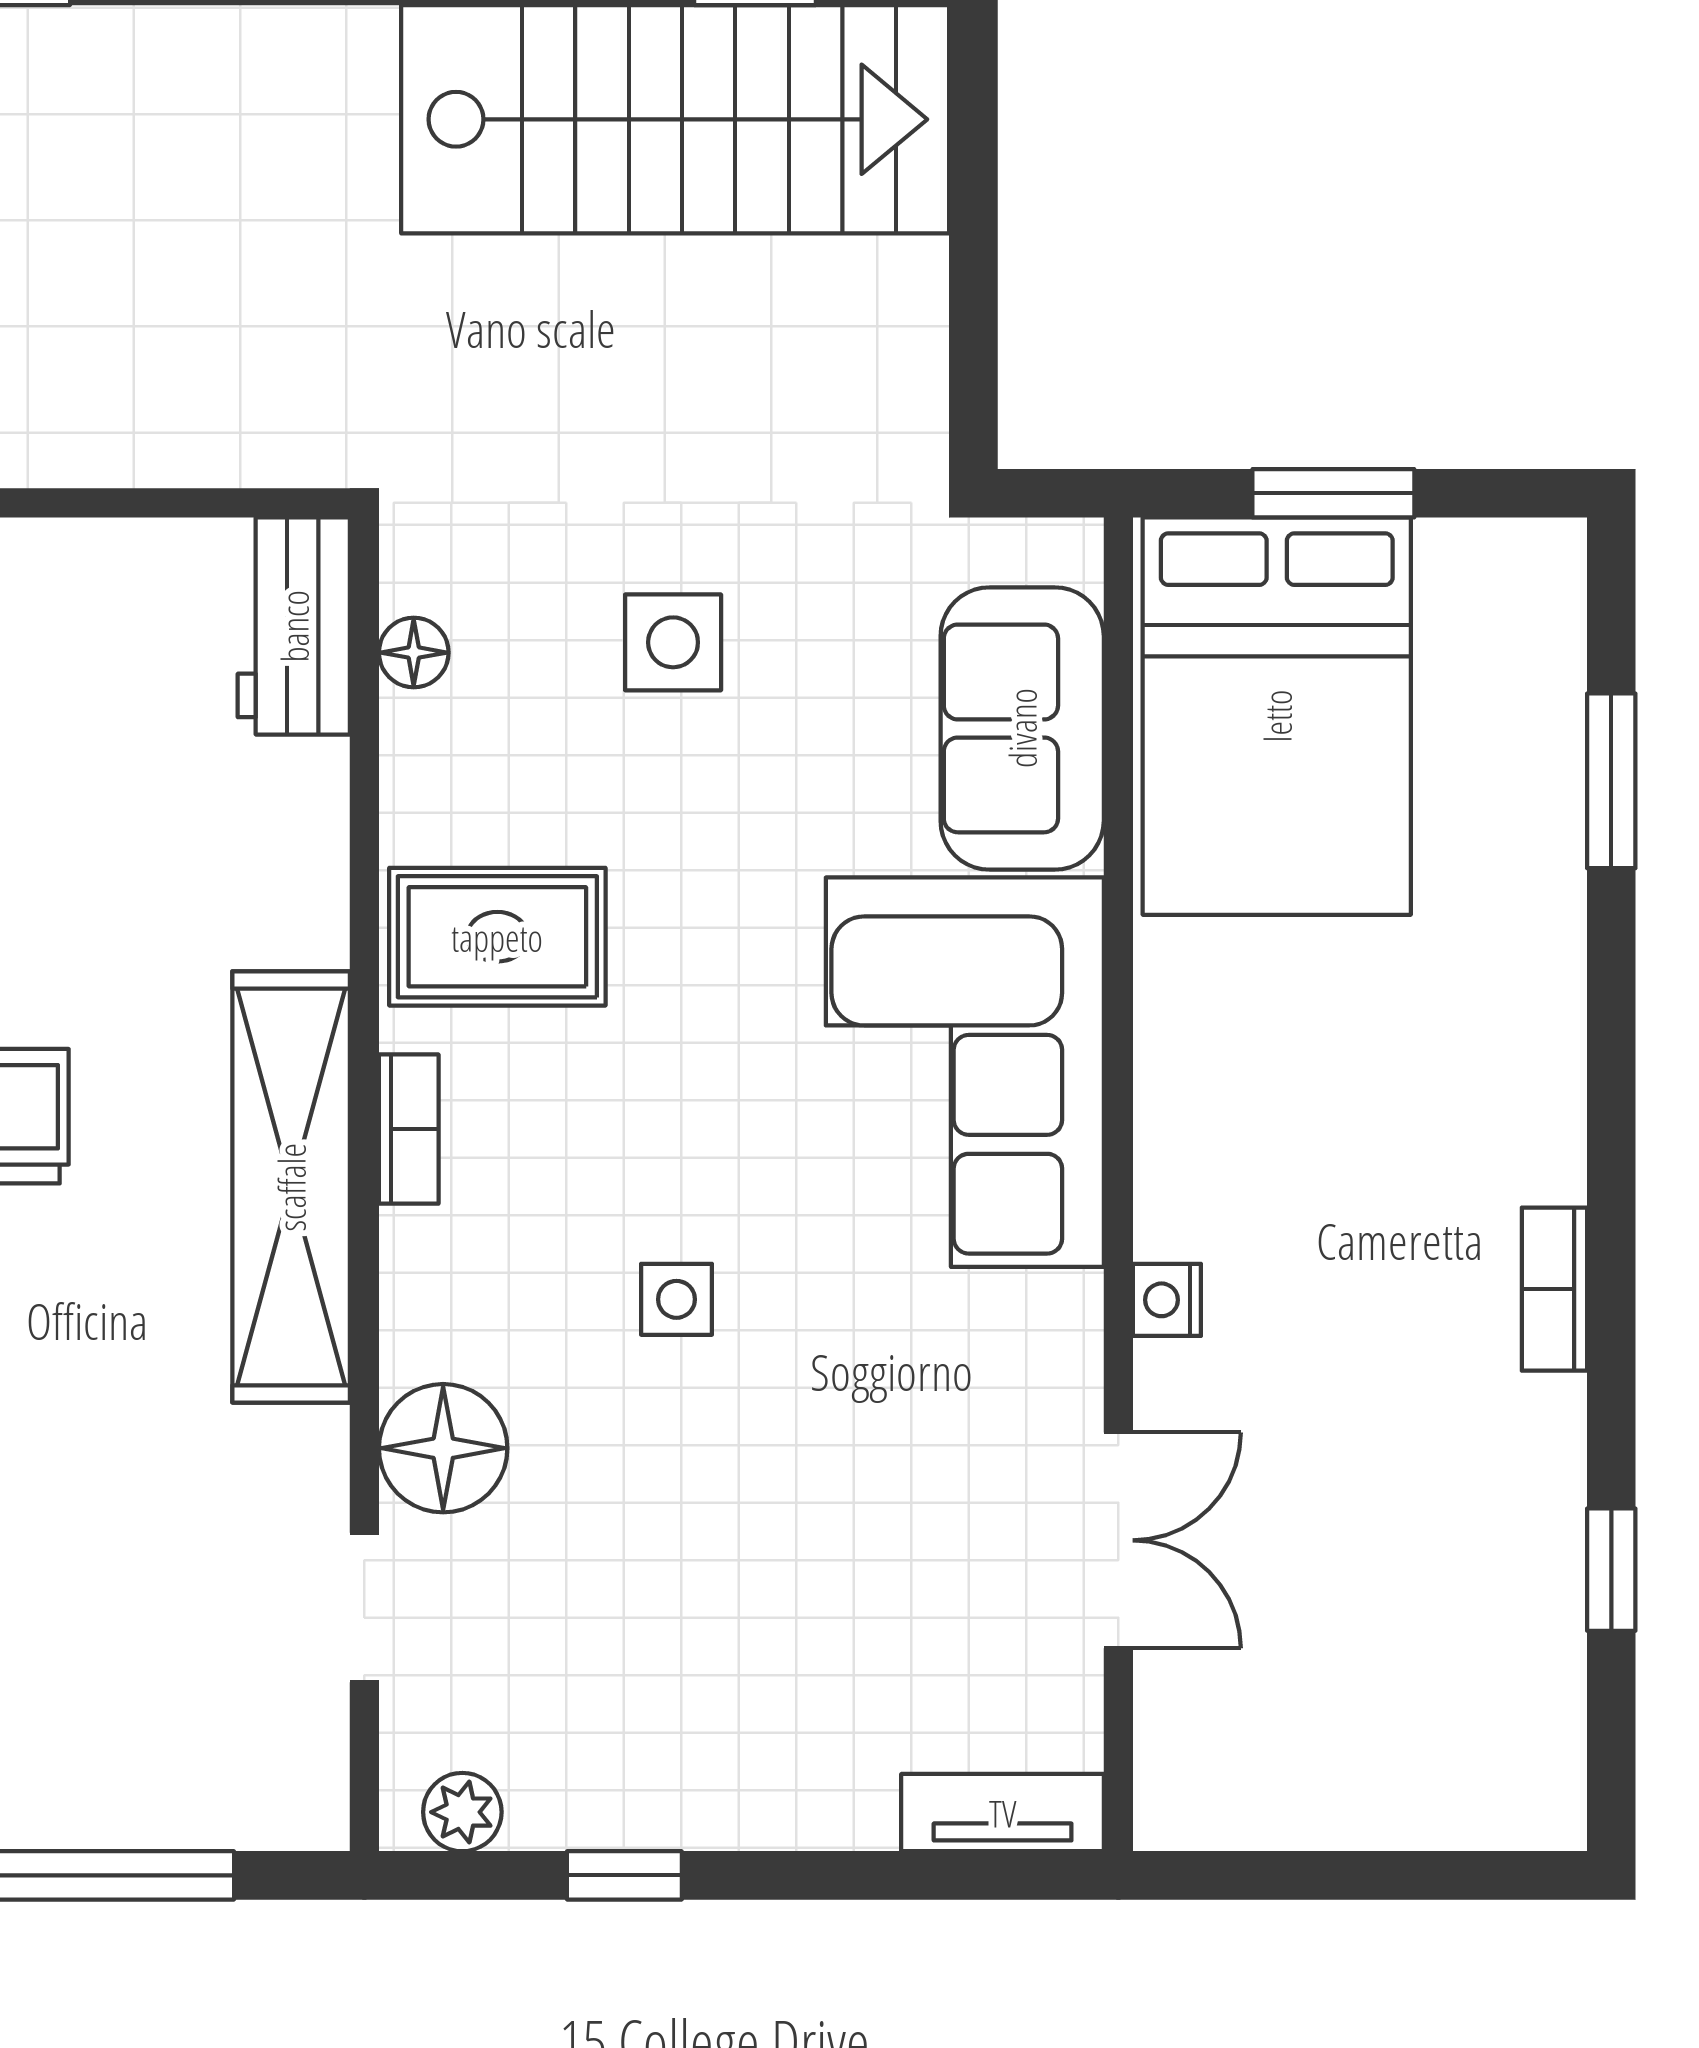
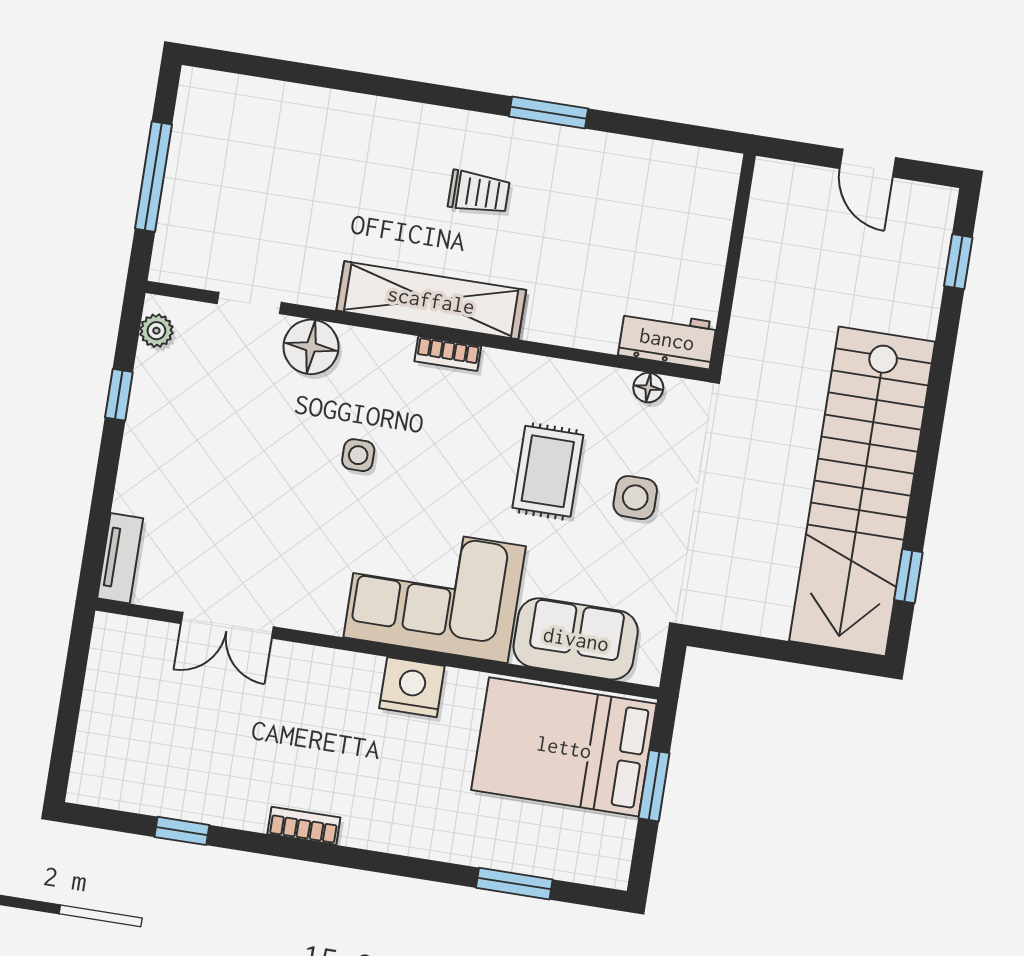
stairs: (675, 119) -> (862, 491), width x1.36
rug: (497, 937) -> (548, 471), moved
nightstand: (1167, 1300) -> (412, 687), moved, width x1.89, depth x1.79

